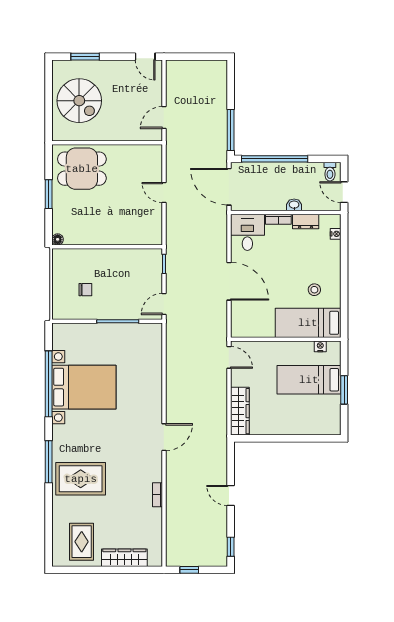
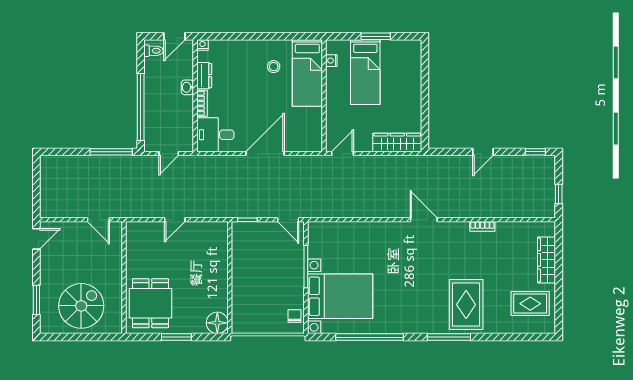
door: (229, 187) -> (169, 154), width x0.53
nightstand: (336, 234) -> (202, 45), moved
floor lamp: (58, 239) -> (217, 323), width x1.89, depth x1.89
chair: (85, 290) -> (295, 316), moved
bed with nightstands: (84, 387) -> (340, 296), moved, turned 90

